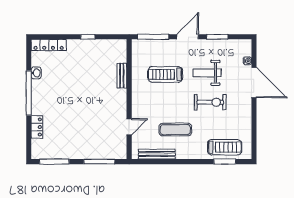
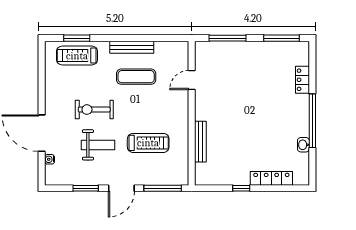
locker: (49, 45) -> (271, 178), moved
bench: (122, 76) -> (200, 142), width x1.36
bench: (157, 154) -> (132, 47), moved

